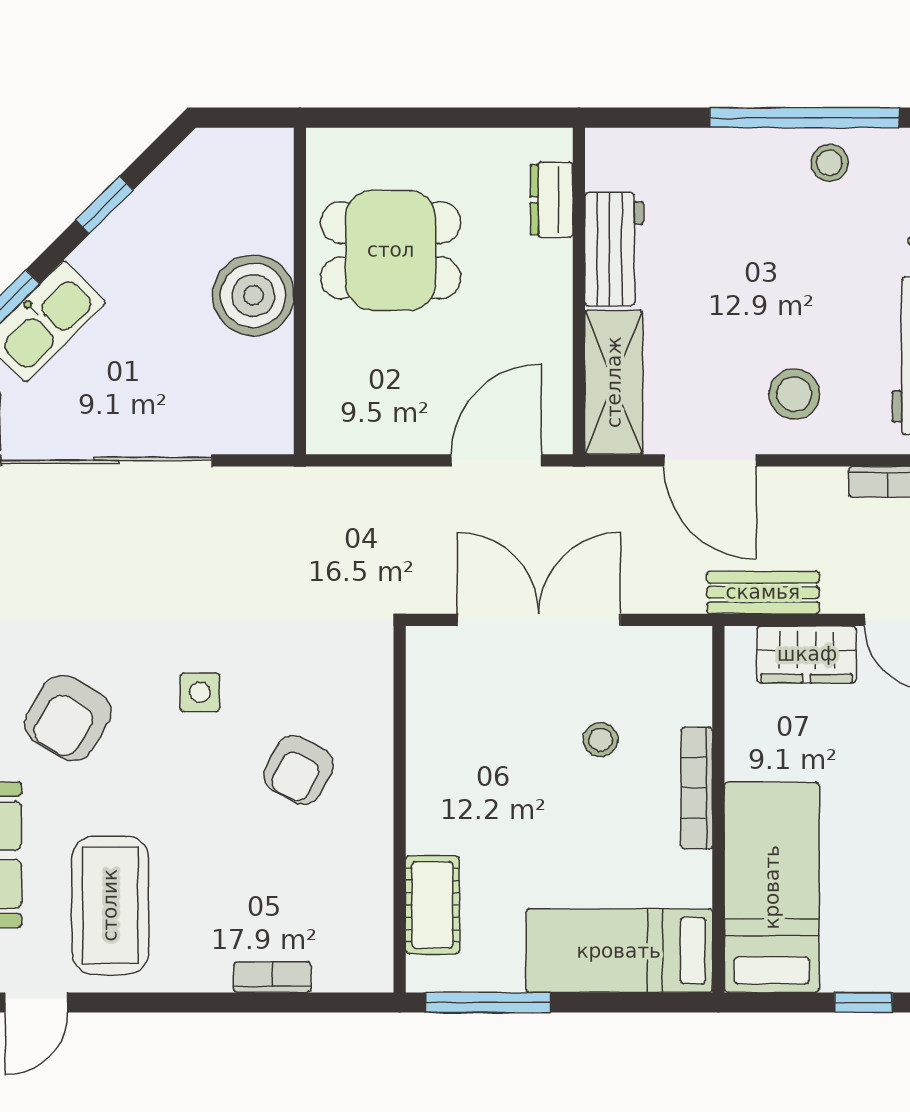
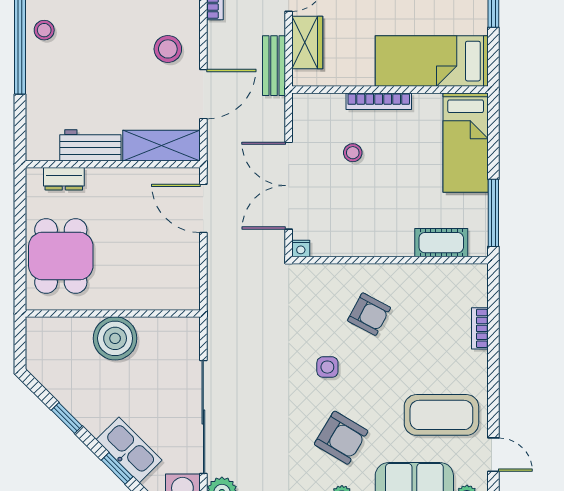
dining table: (391, 250) -> (61, 256), moved
nightstand: (421, 643) -> (301, 249), added

